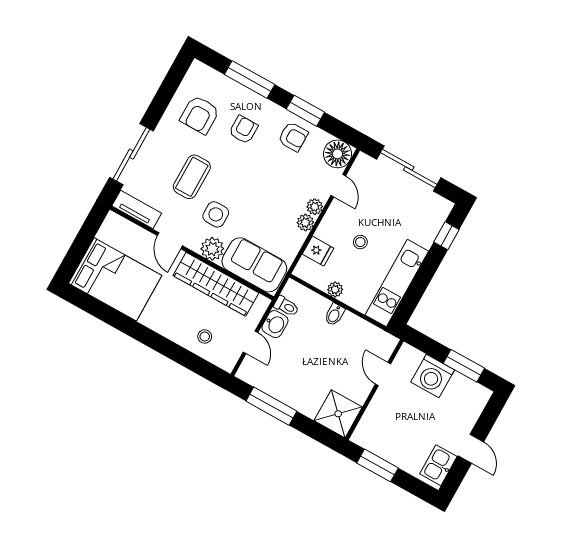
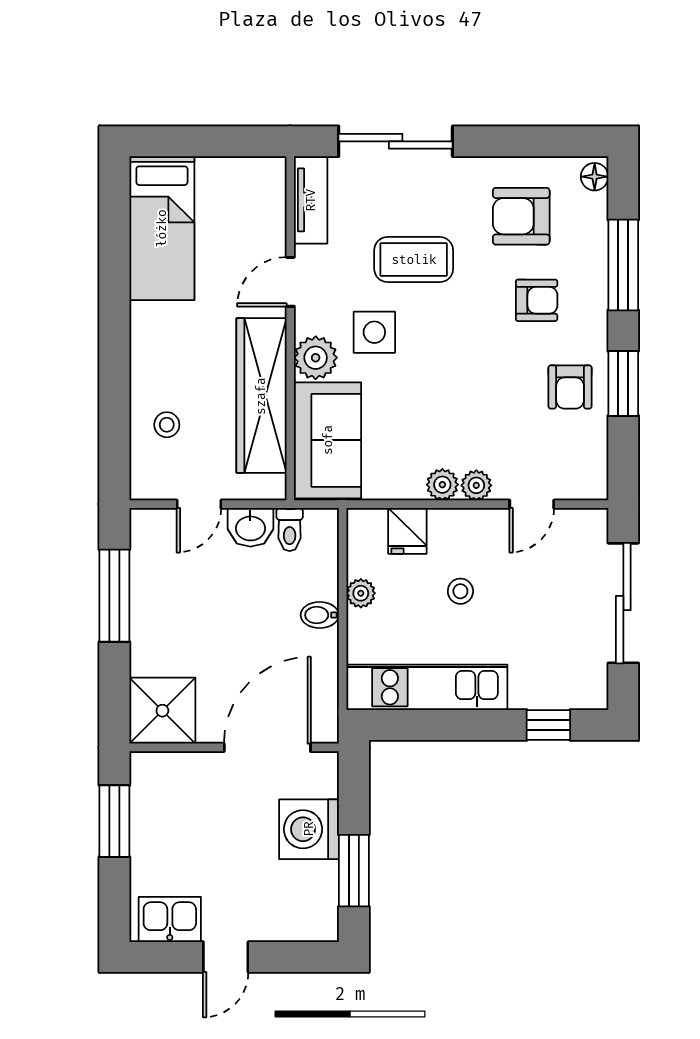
floor lamp: (337, 154) -> (595, 177), moved, width x0.53, depth x0.53
bed: (115, 279) -> (162, 228), width x0.67
door: (383, 374) -> (267, 747), width x1.88

